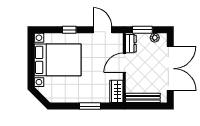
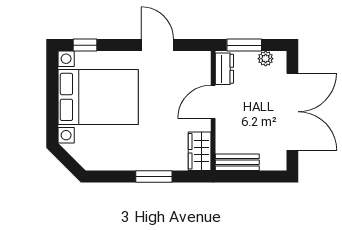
window: (69, 30) -> (85, 45), moved
door: (102, 30) -> (157, 45), moved
bench: (143, 98) -> (237, 162), width x0.73

